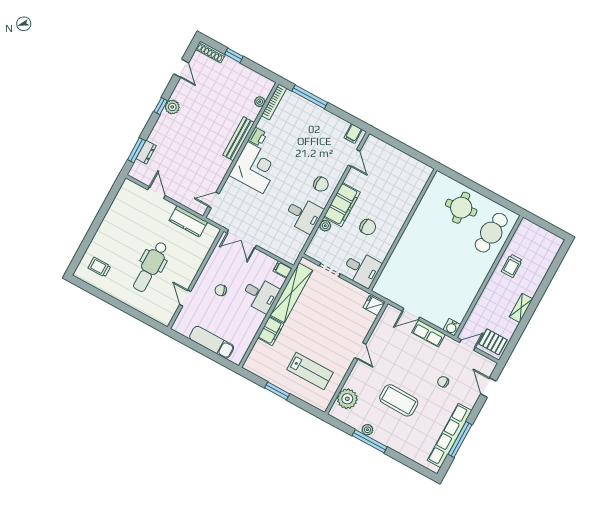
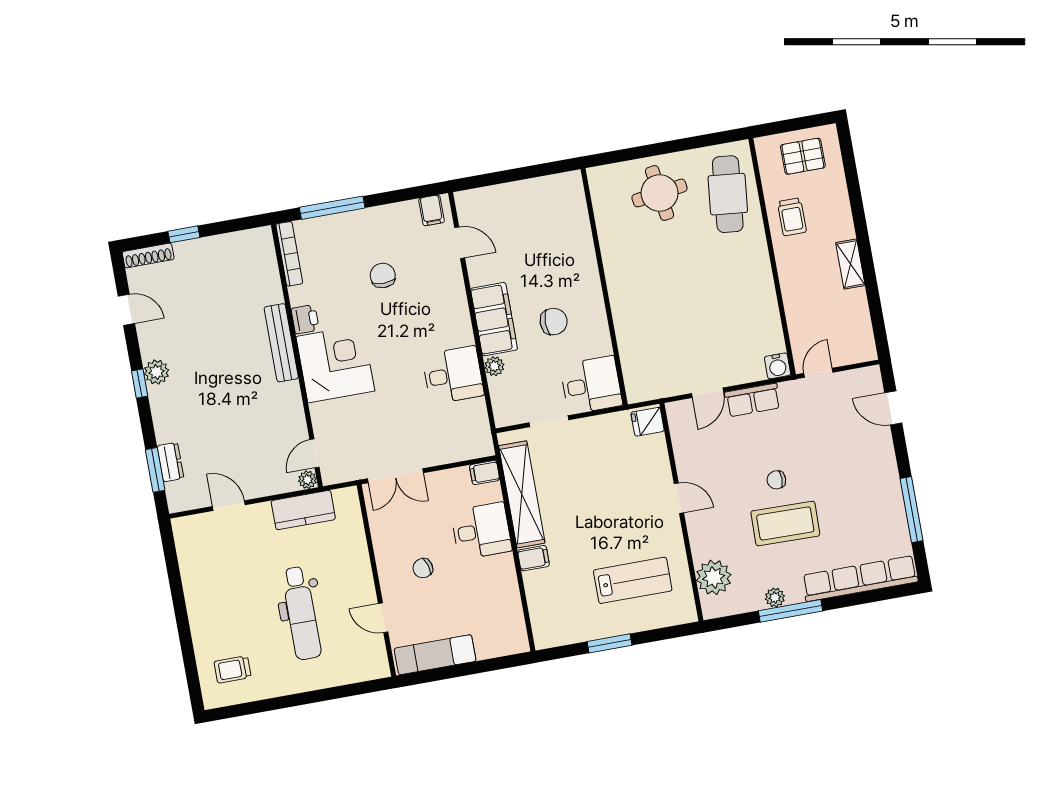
plant: (260, 102) -> (307, 480), moved
chair: (321, 184) -> (383, 275), moved, turned -90
filing cabinet: (271, 331) -> (533, 558), width x0.50
exam couch: (212, 342) -> (435, 655), moved
pallet: (493, 342) -> (803, 156), moved
chair: (443, 382) -> (776, 480), moved
row of seats: (450, 435) -> (860, 579), moved, turned 90

